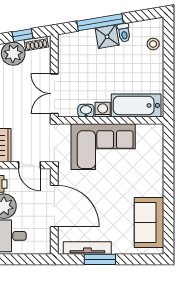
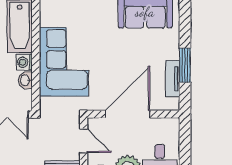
door: (29, 165) -> (84, 141), hinge flipped
tv unit: (87, 248) -> (173, 79), width x0.71

